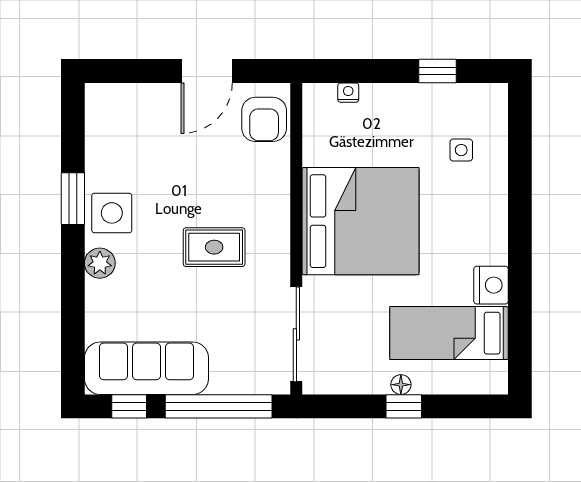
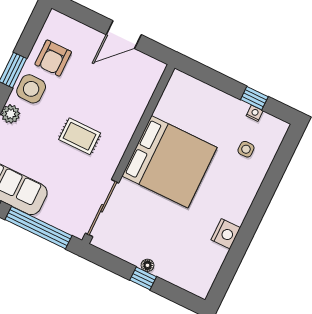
nightstand: (348, 93) -> (255, 113), moved
armchair: (264, 119) -> (53, 58), moved
bed: (449, 333) -> (189, 249), removed

